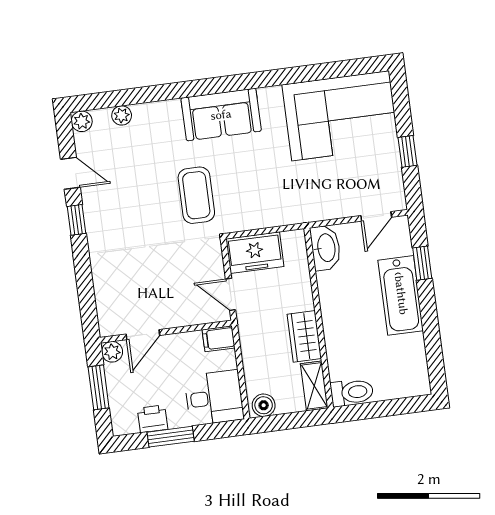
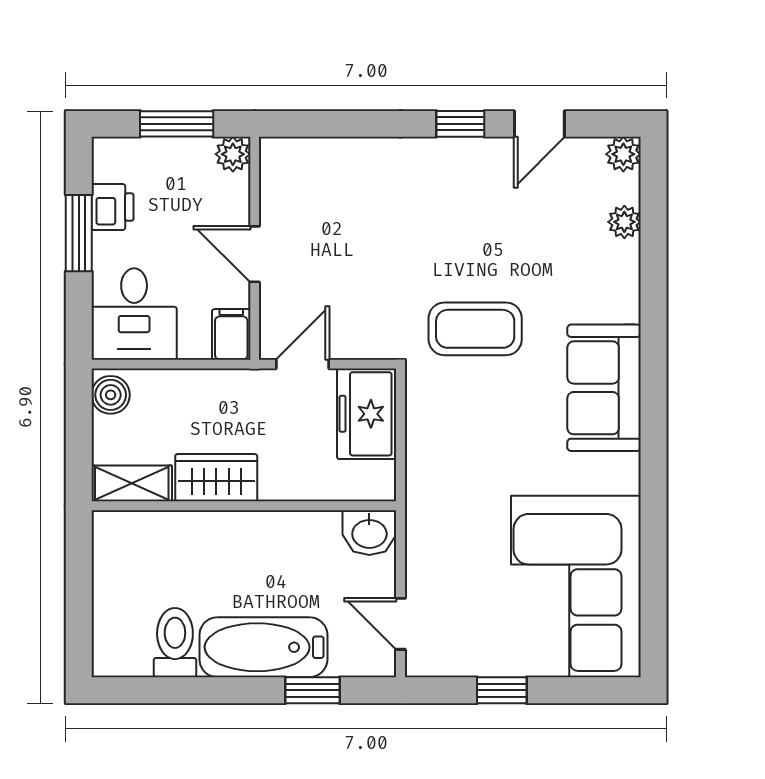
washbasin: (326, 248) -> (369, 533), width x0.72
door: (143, 335) -> (255, 254), moved
toilet: (352, 392) -> (175, 643), moved, turned 180

